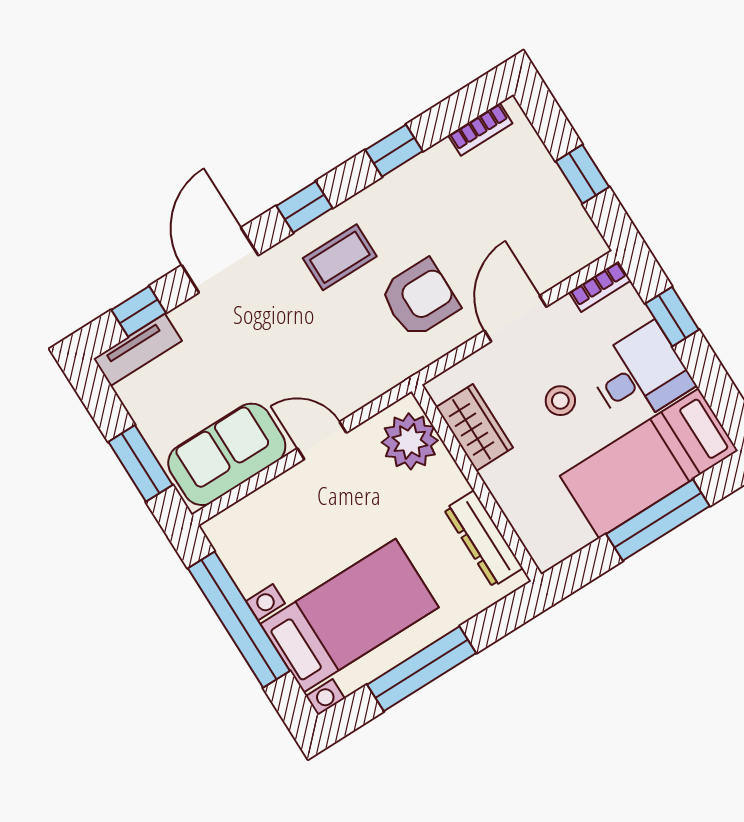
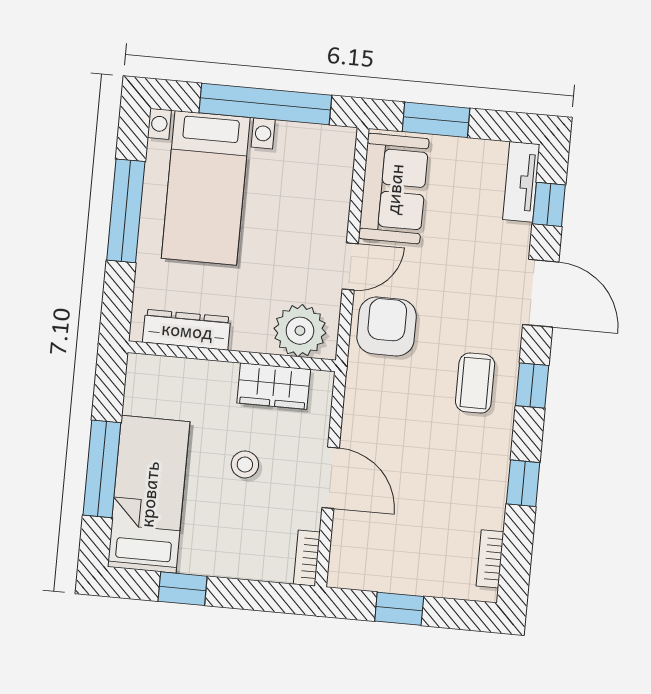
armchair: (420, 298) -> (387, 327), moved, turned 180
window: (672, 317) -> (183, 589), moved
desk: (640, 375) -> (219, 538), removed

